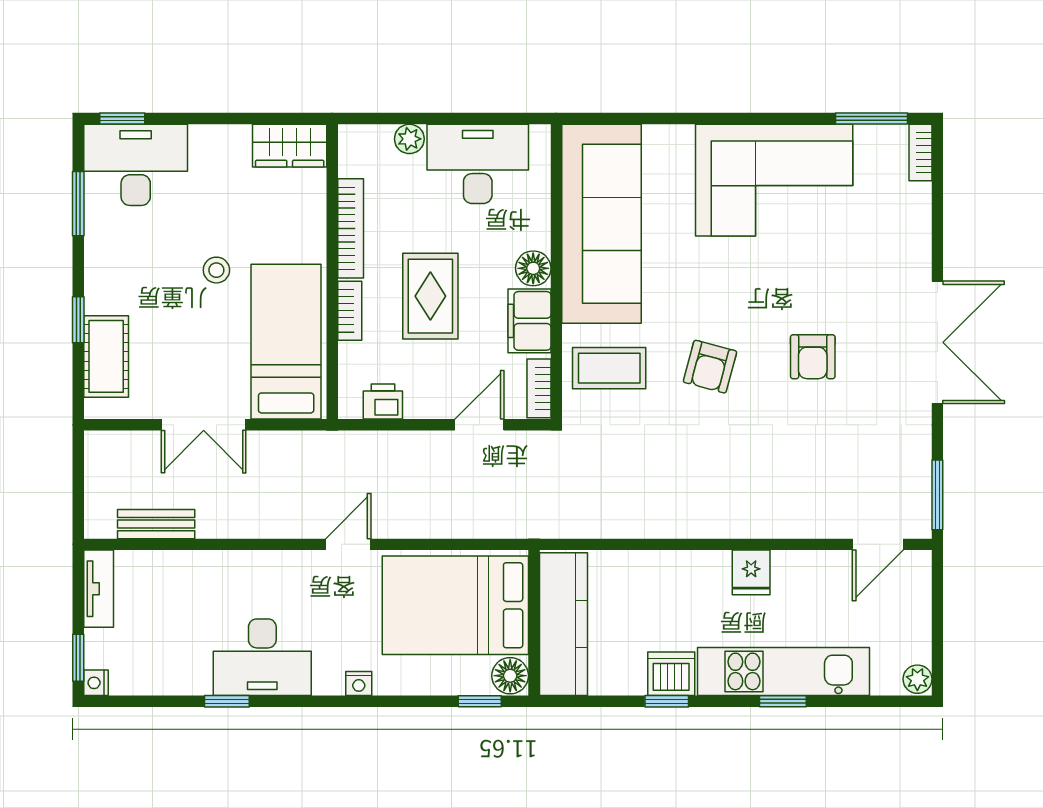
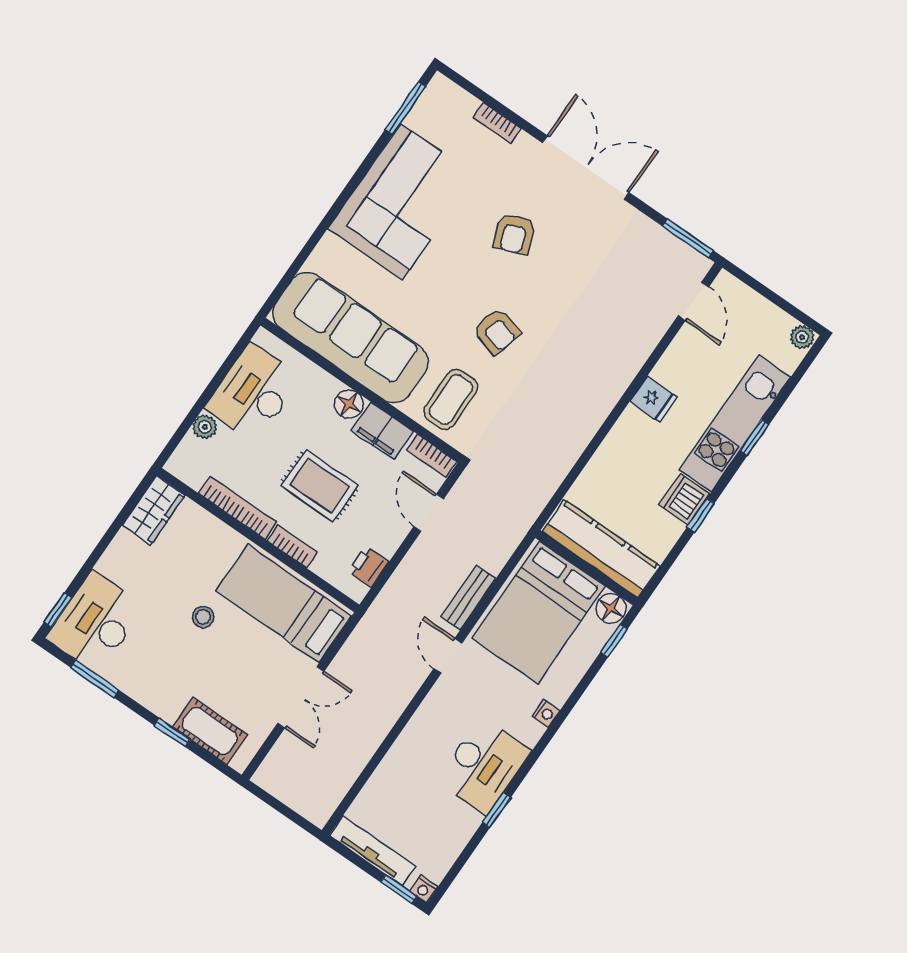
bookcase: (920, 152) -> (497, 123), moved
armchair: (813, 357) -> (514, 234), moved, turned 68
bench: (156, 524) -> (468, 598), moved
tv unit: (99, 589) -> (373, 851), width x1.41

